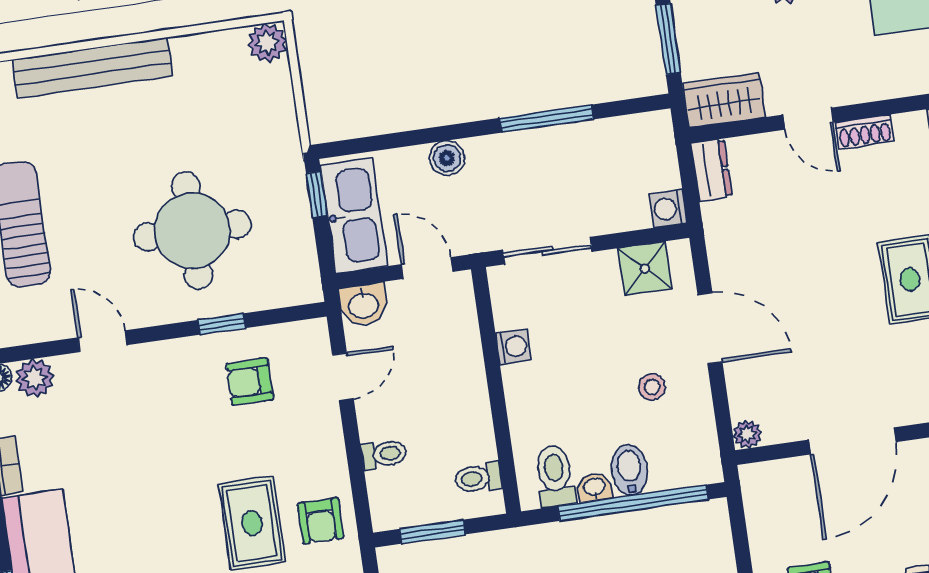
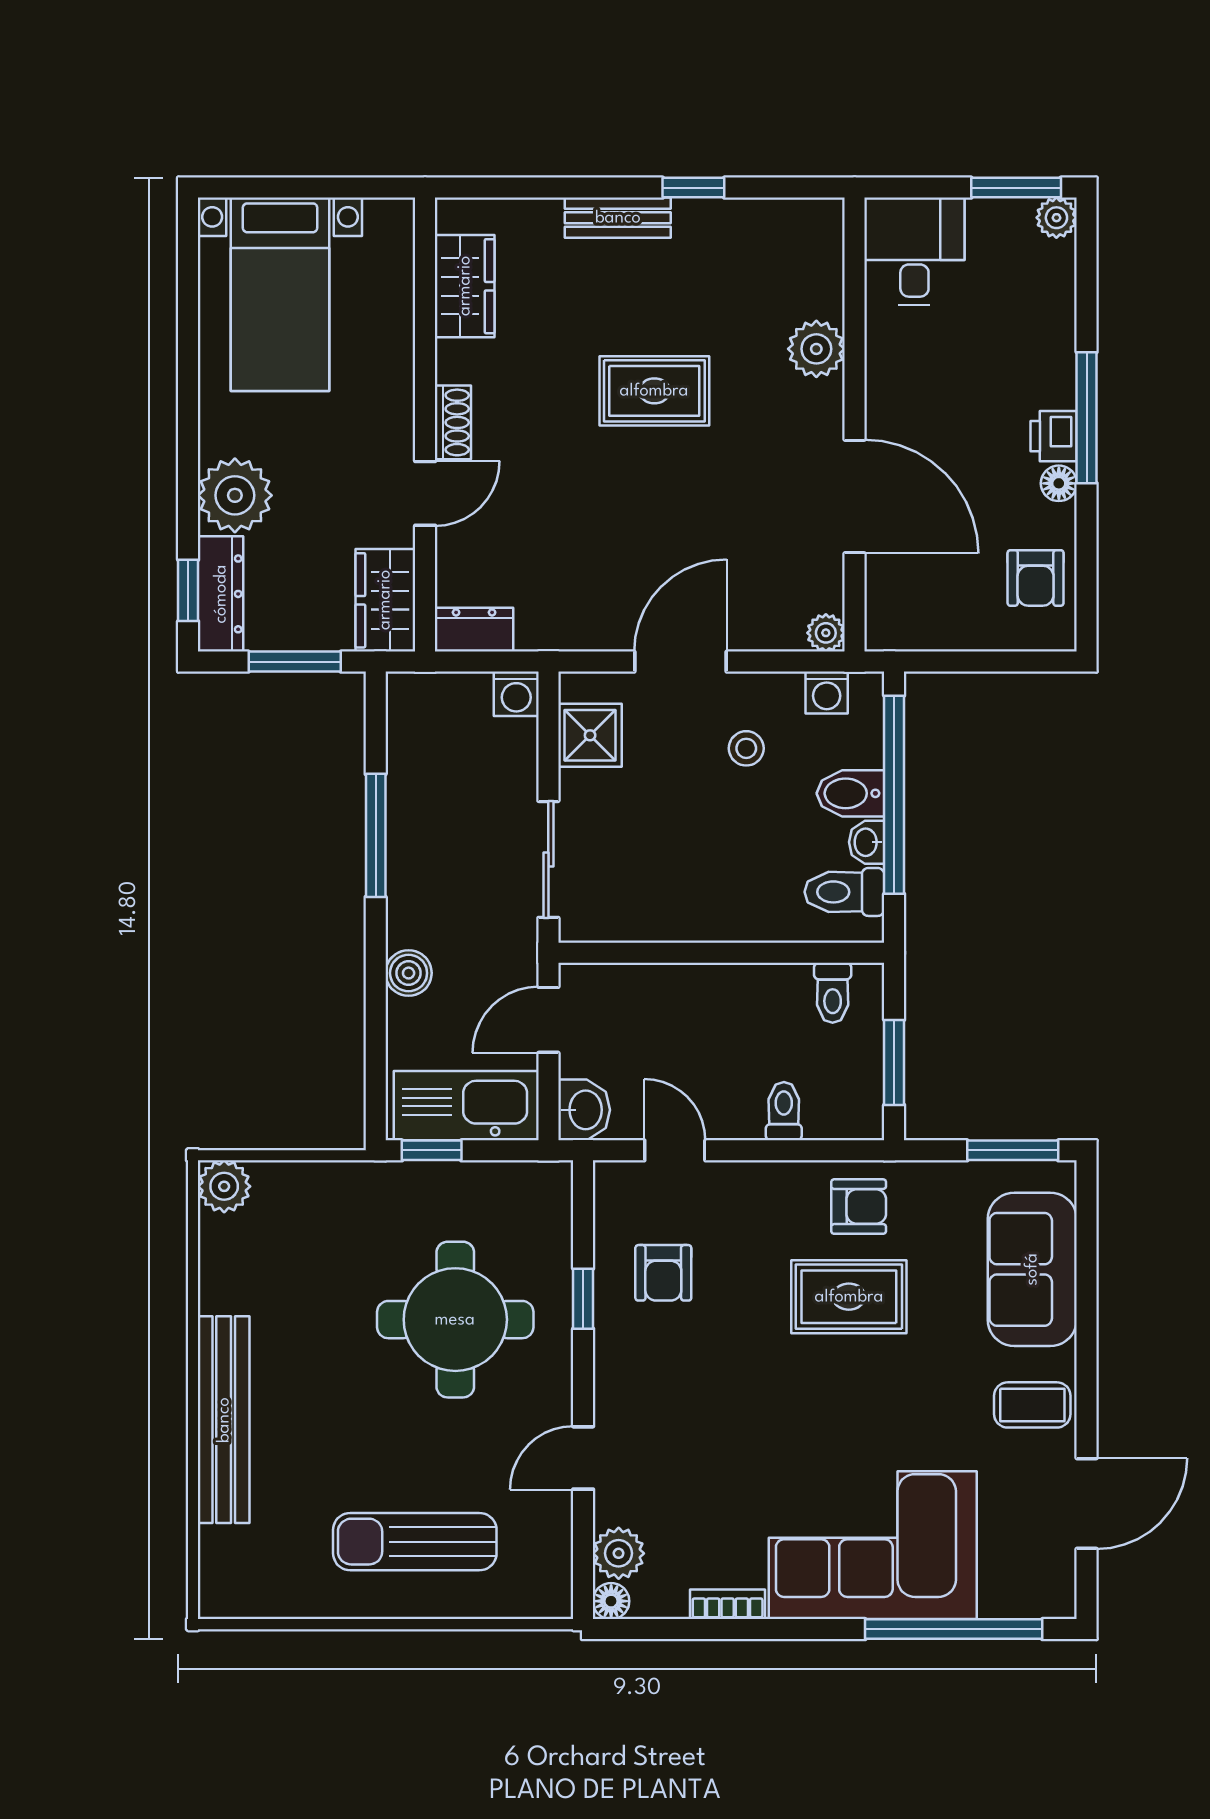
washing machine: (513, 347) -> (827, 692), moved, turned 180

